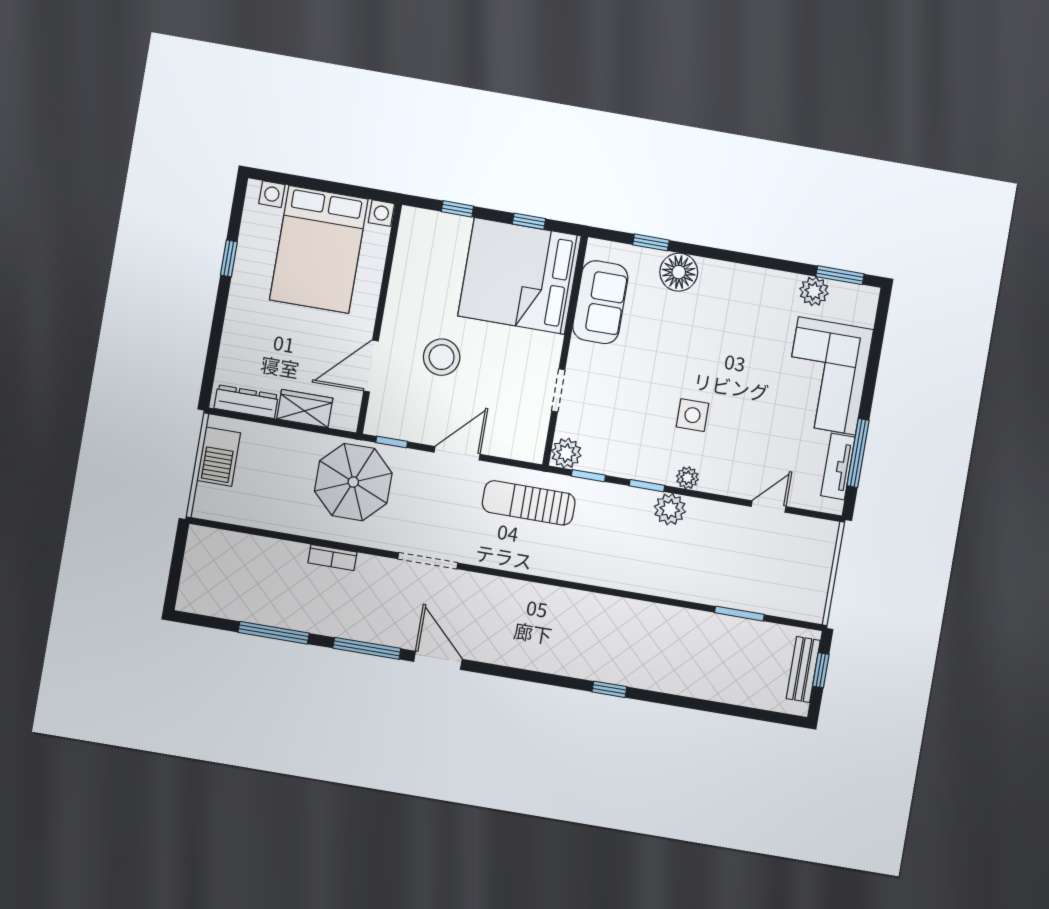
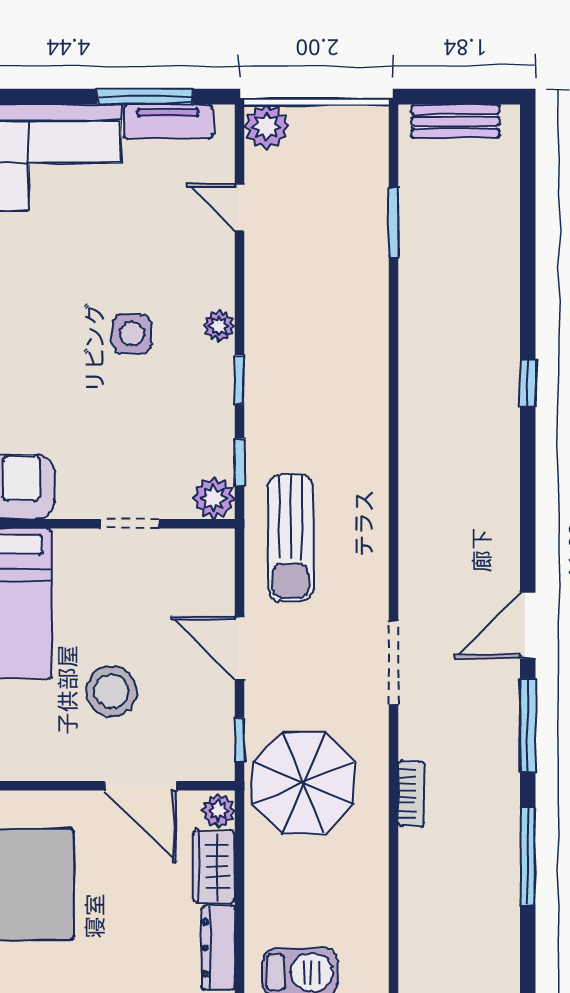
plant: (344, 418) -> (218, 811), added
plant: (670, 509) -> (266, 127), moved
window: (821, 670) -> (453, 97), removed

